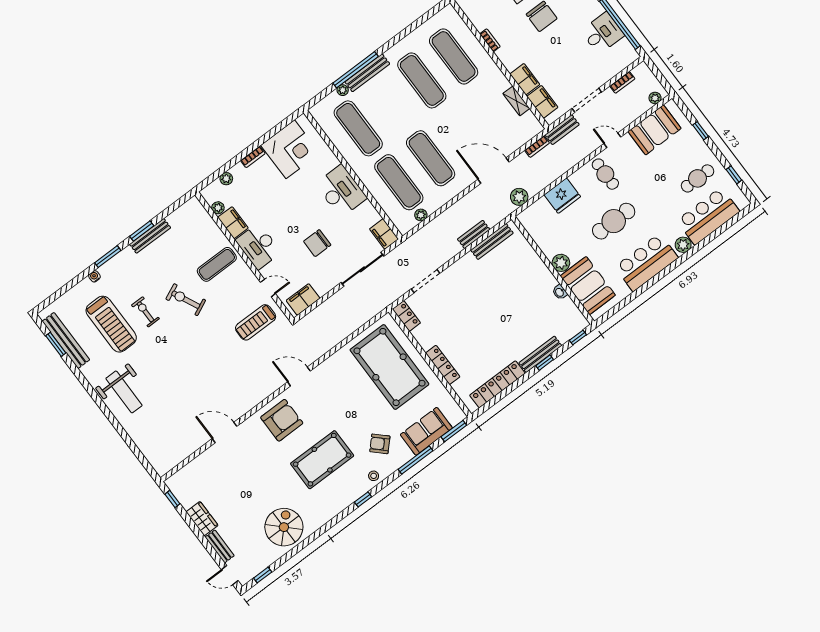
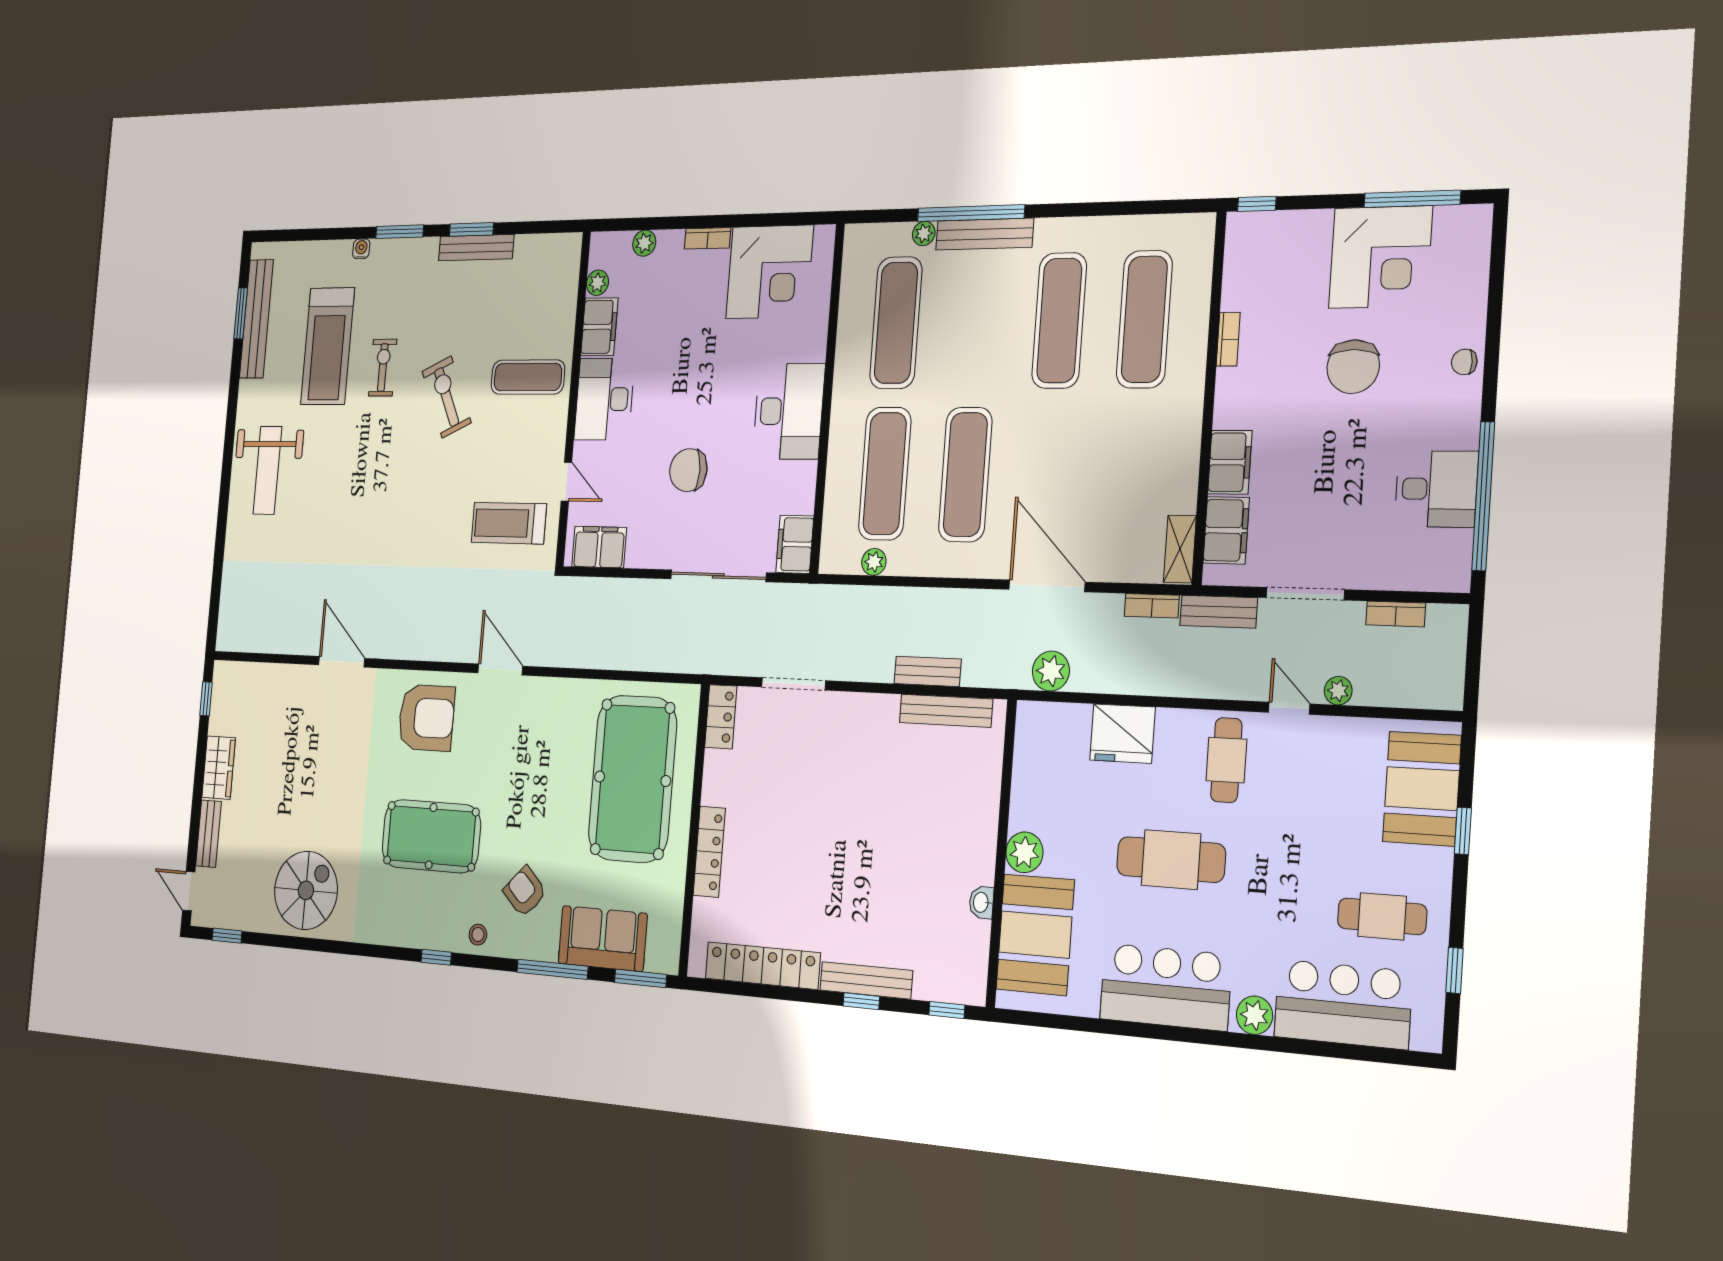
plant: (655, 98) -> (1338, 691), moved
shelving: (516, 101) -> (1180, 549), moved
booth: (655, 130) -> (1422, 789), moved, turned 90

